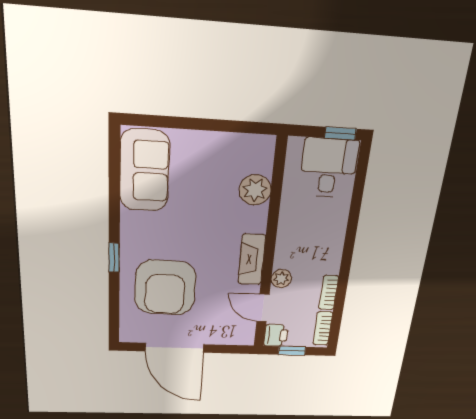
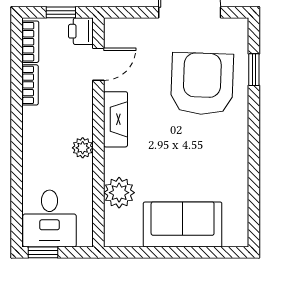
sofa: (144, 171) -> (183, 224), moved, turned 90
window: (114, 258) -> (254, 70), moved
plant: (281, 279) -> (83, 148), moved
door: (263, 308) -> (98, 64), hinge flipped

